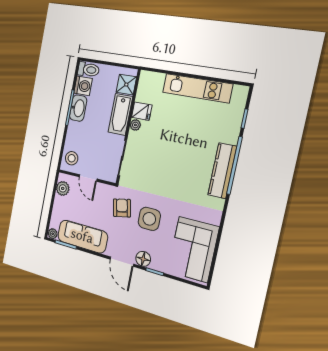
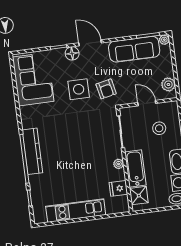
fridge: (142, 111) -> (118, 188), moved
stool: (72, 158) -> (159, 128), moved

